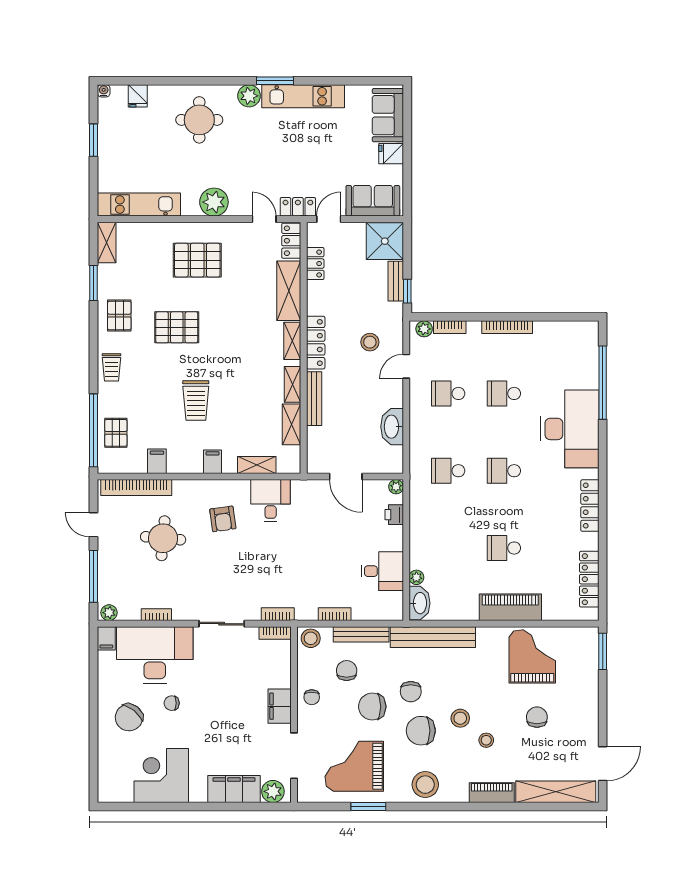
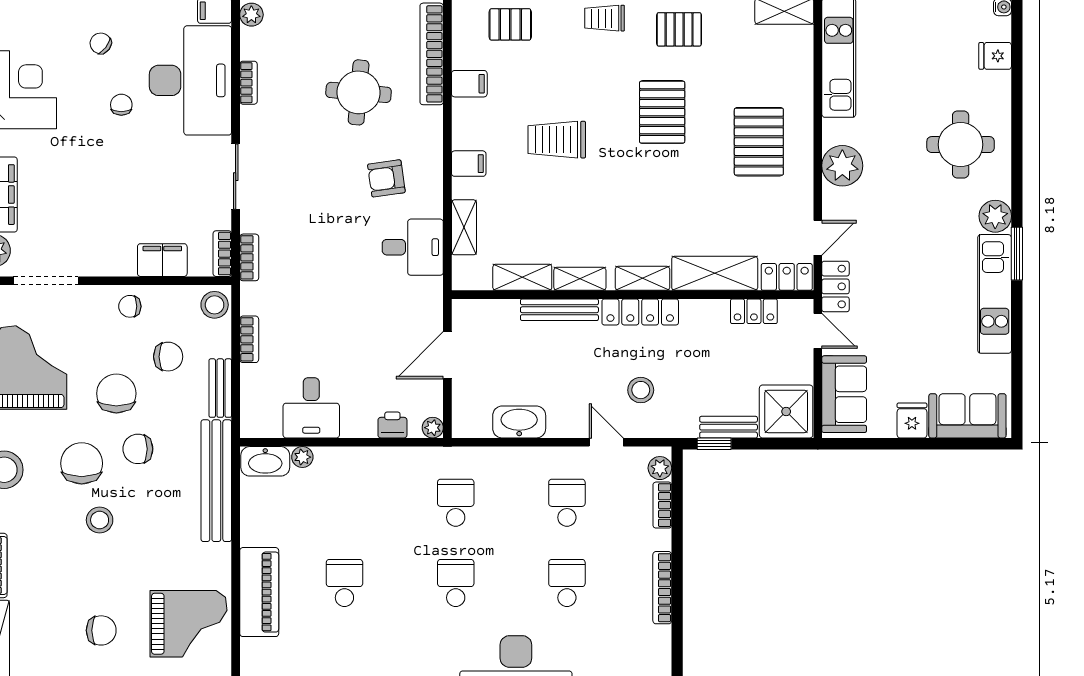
bench: (361, 634) -> (220, 388), width x0.73
filing cabinet: (280, 706) -> (162, 260), moved
chair: (129, 717) -> (101, 43), width x0.54, depth x0.54
stool: (486, 740) -> (68, 557), removed

